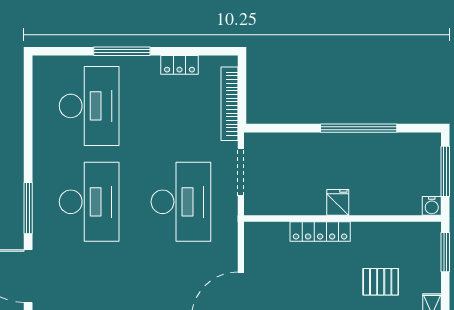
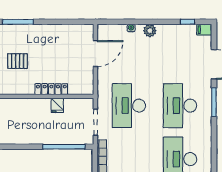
window: (359, 128) -> (64, 147), moved
fridge: (338, 202) -> (57, 105), moved

